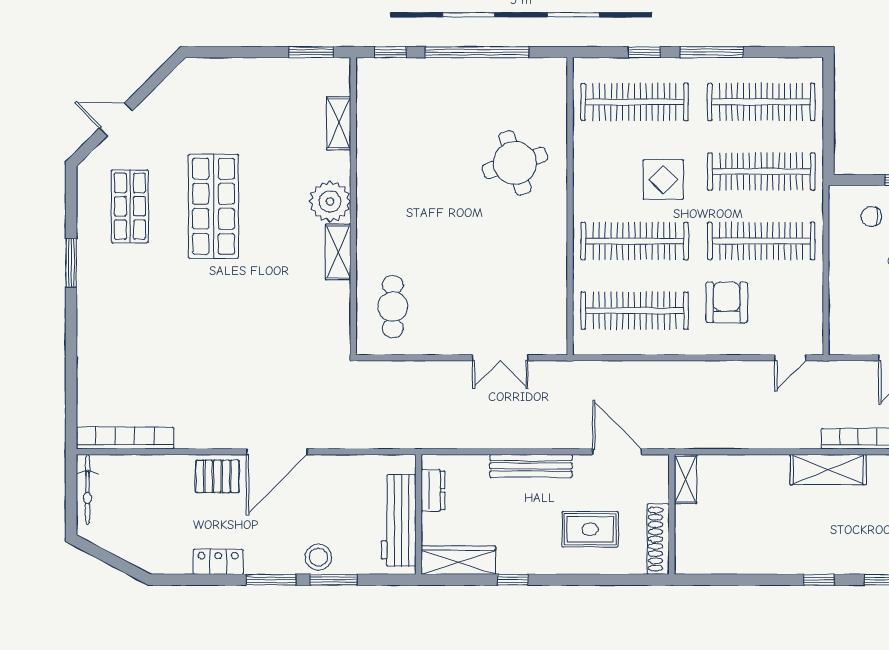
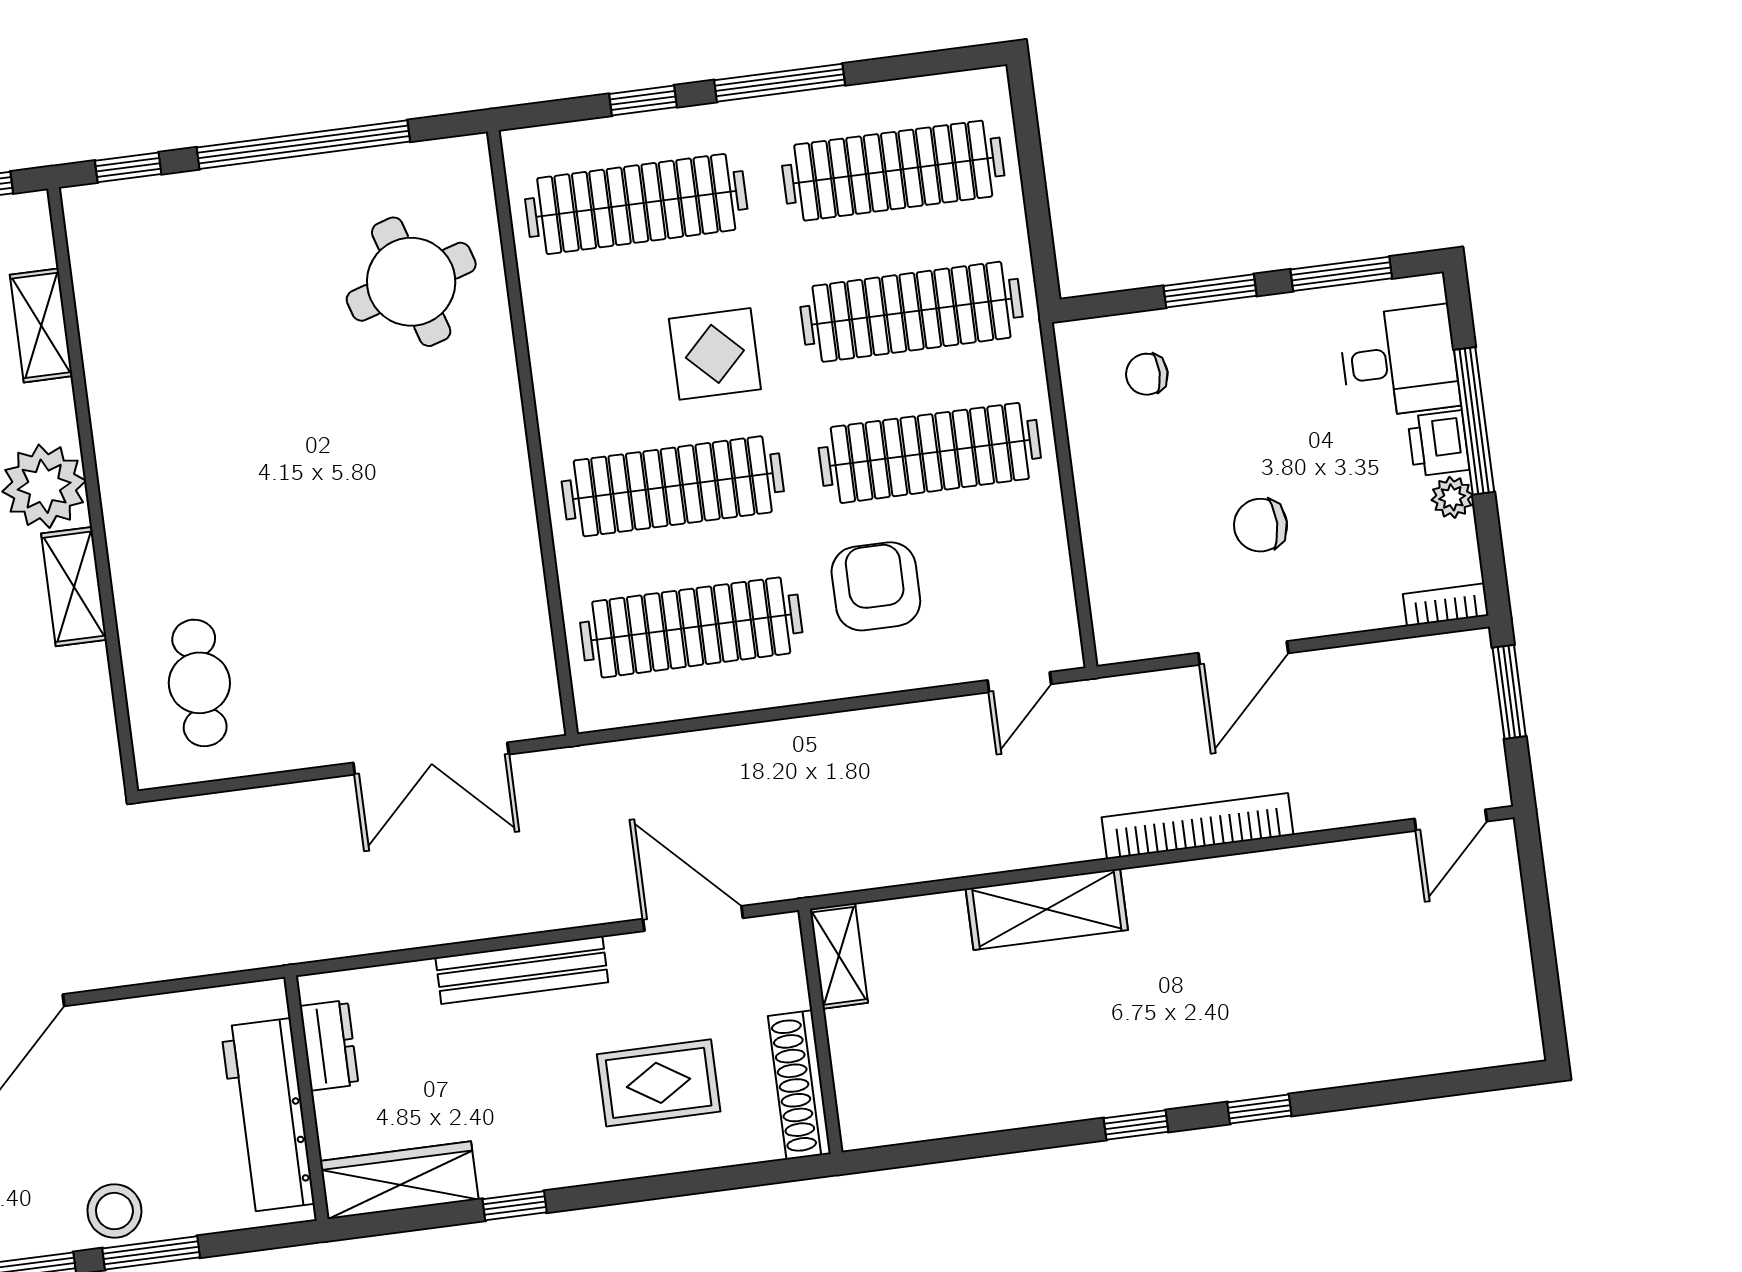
round table: (515, 163) -> (411, 282), moved
double door: (500, 358) -> (431, 759), width x1.37
shelving: (828, 470) -> (1047, 909), moved

